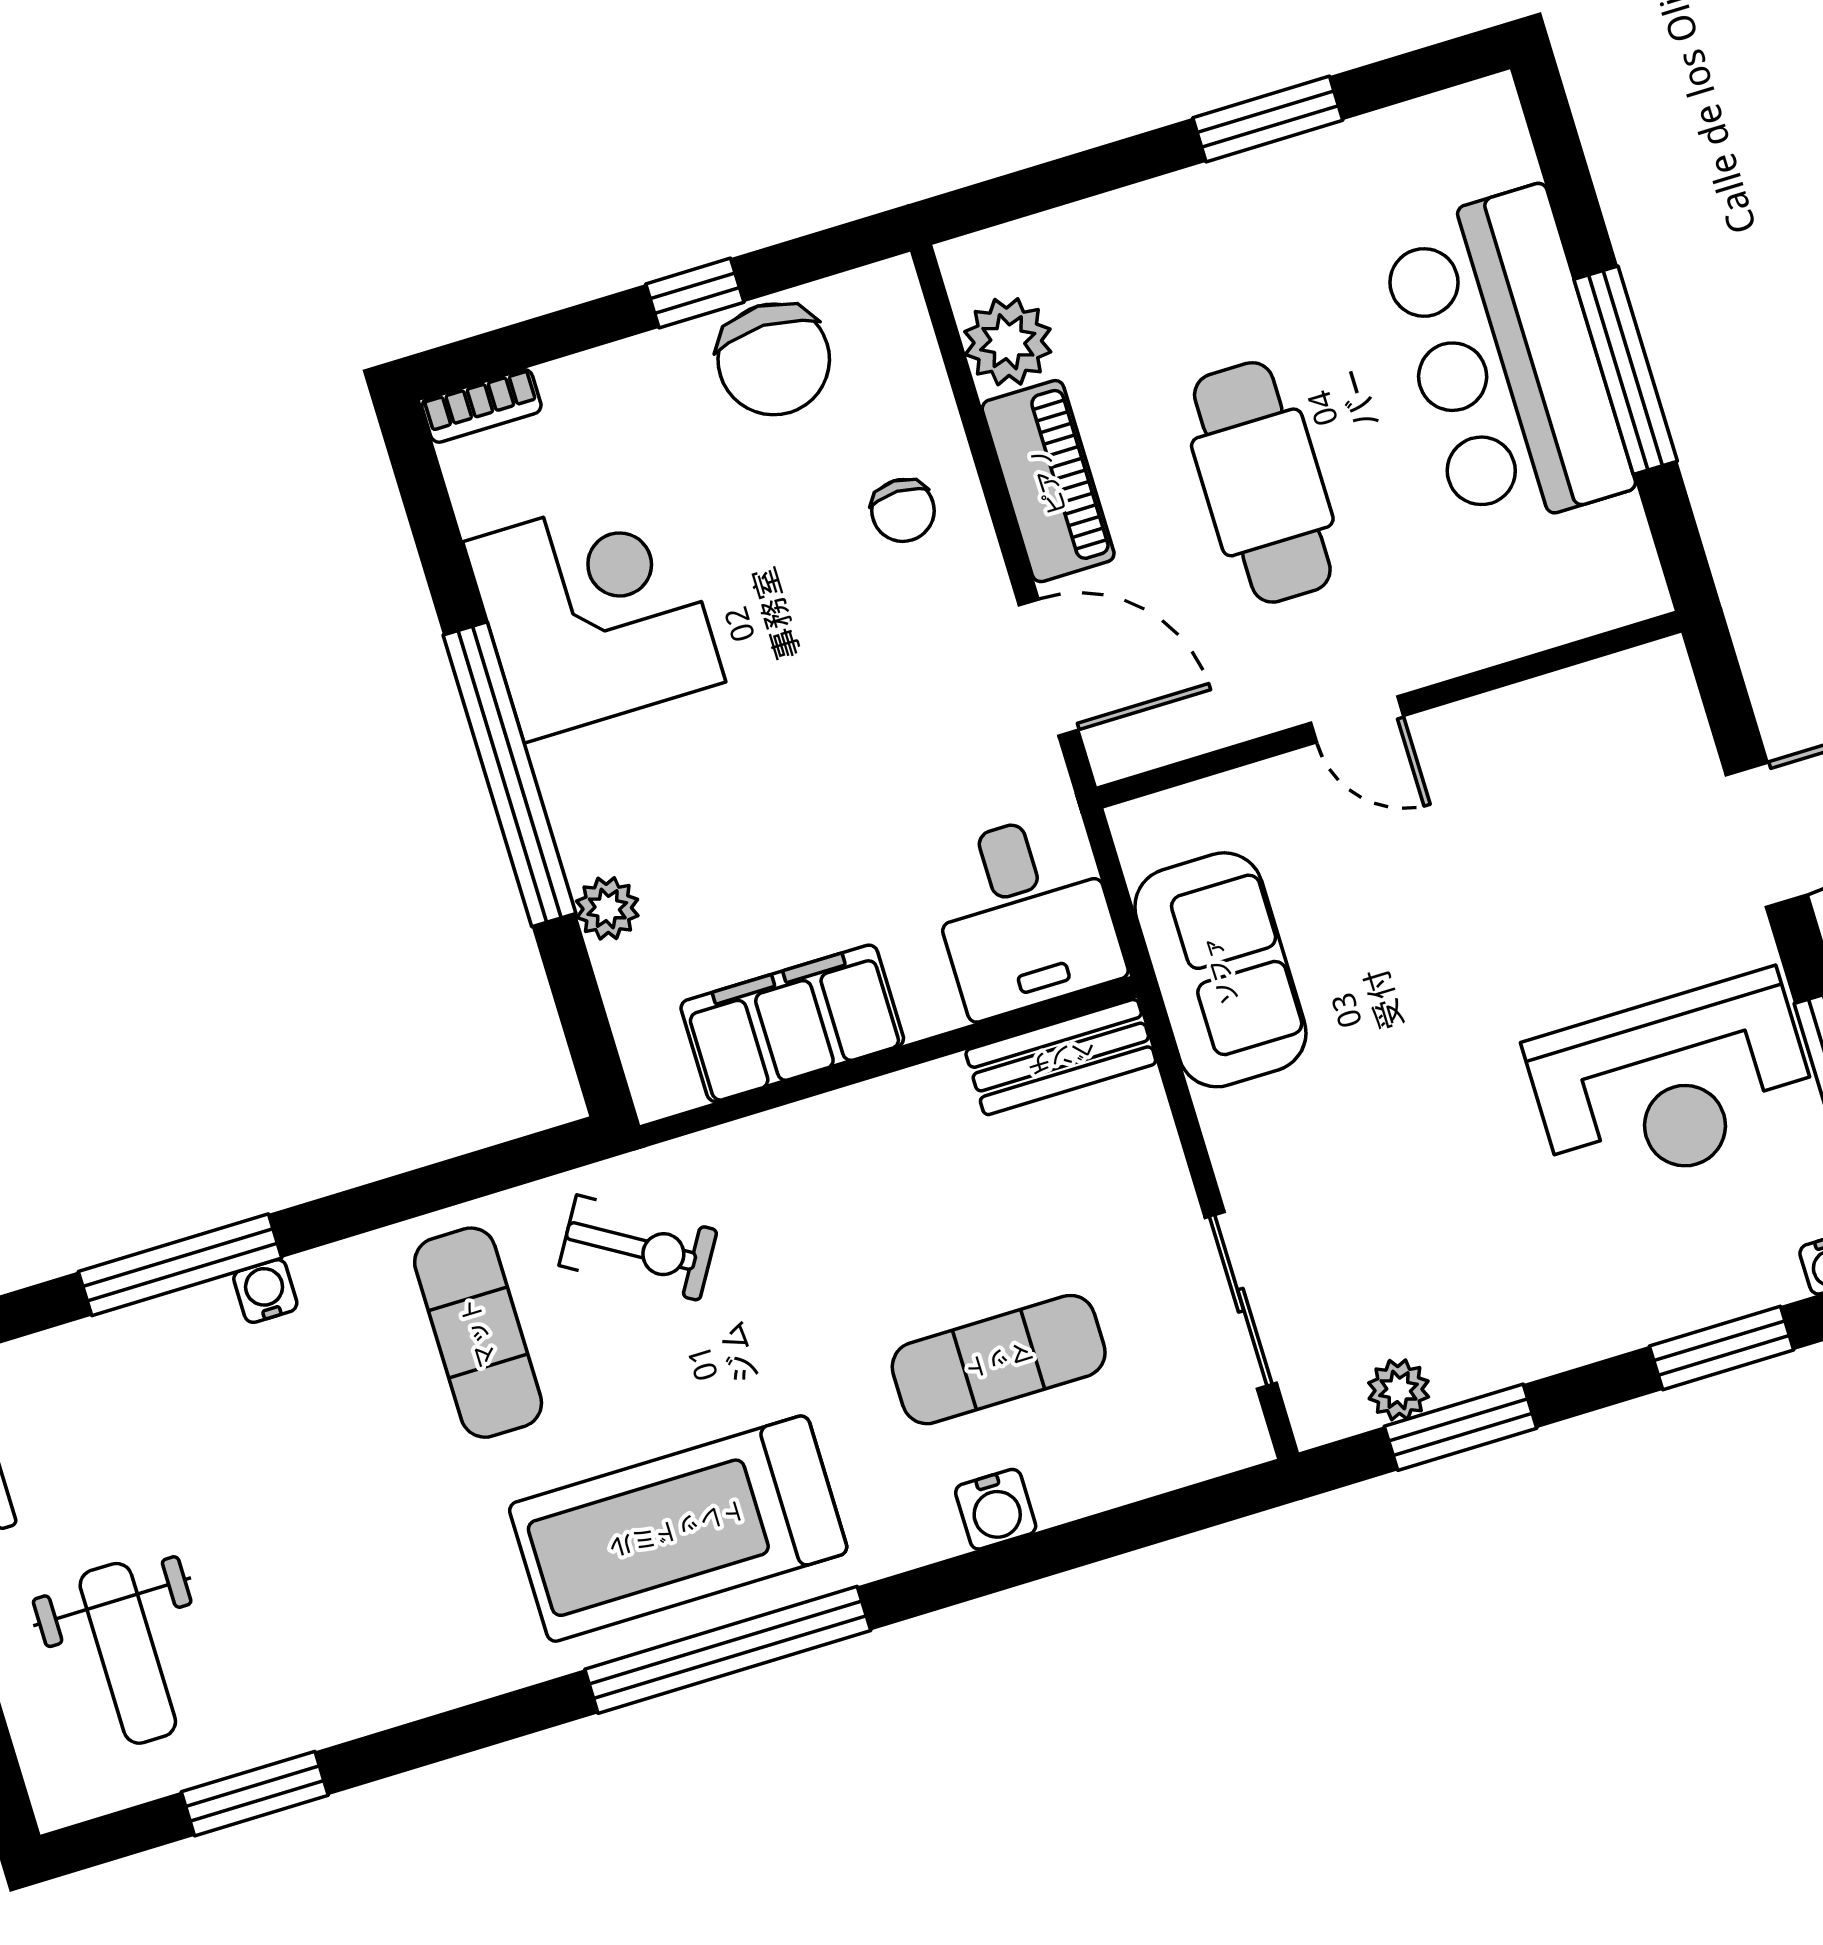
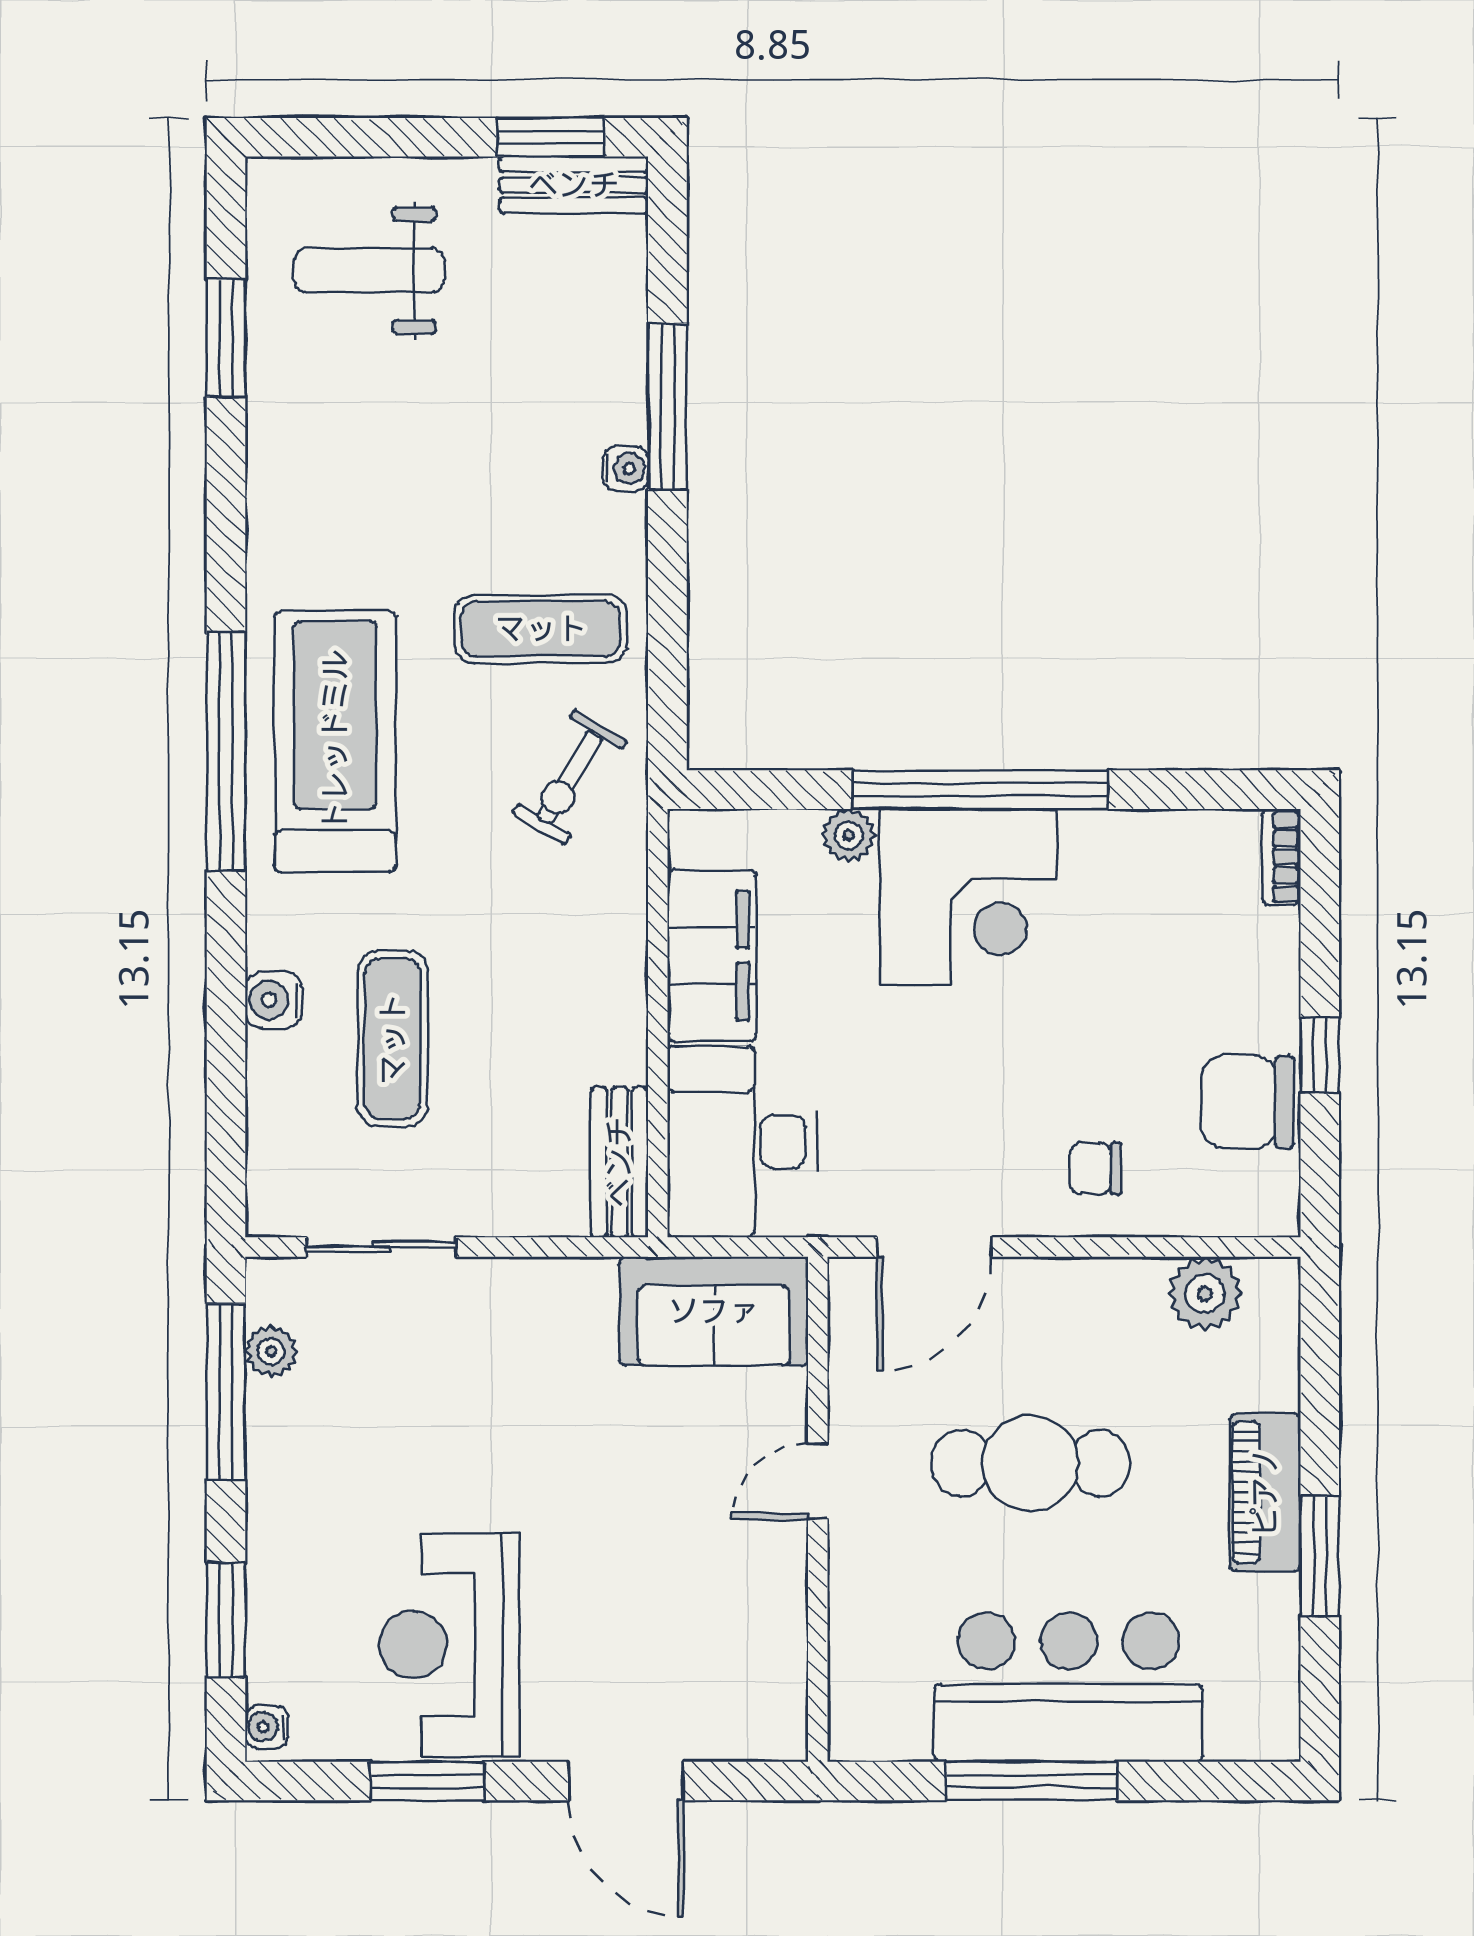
piano: (1048, 481) -> (1265, 1492), moved, turned 90
corner desk: (594, 612) -> (969, 897), moved
desk: (1024, 914) -> (743, 1142), width x1.37
sofa: (1220, 970) -> (714, 1311), moved
window: (1460, 1427) -> (226, 1392), width x1.44

